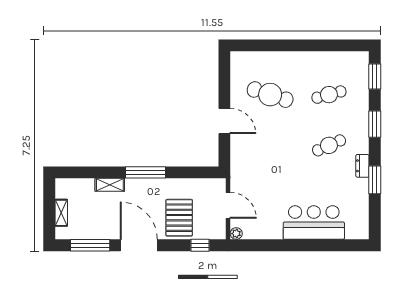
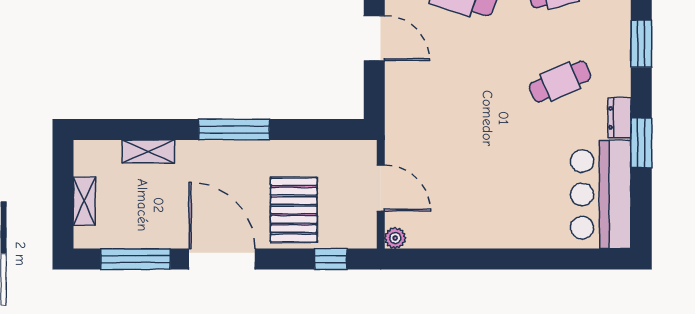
shelving: (110, 185) -> (148, 151), moved
bar counter: (314, 223) -> (601, 194), moved, turned -90

